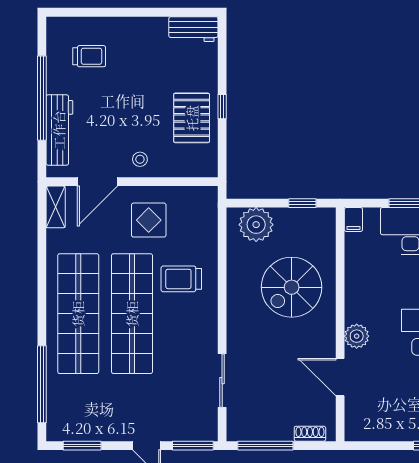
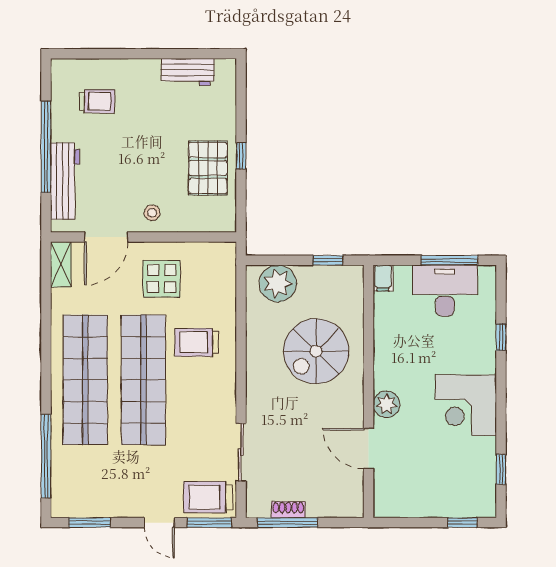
workbench: (193, 29) -> (188, 72), moved
trolley: (192, 422) -> (208, 497), added
shoe rack: (310, 434) -> (288, 510), moved

